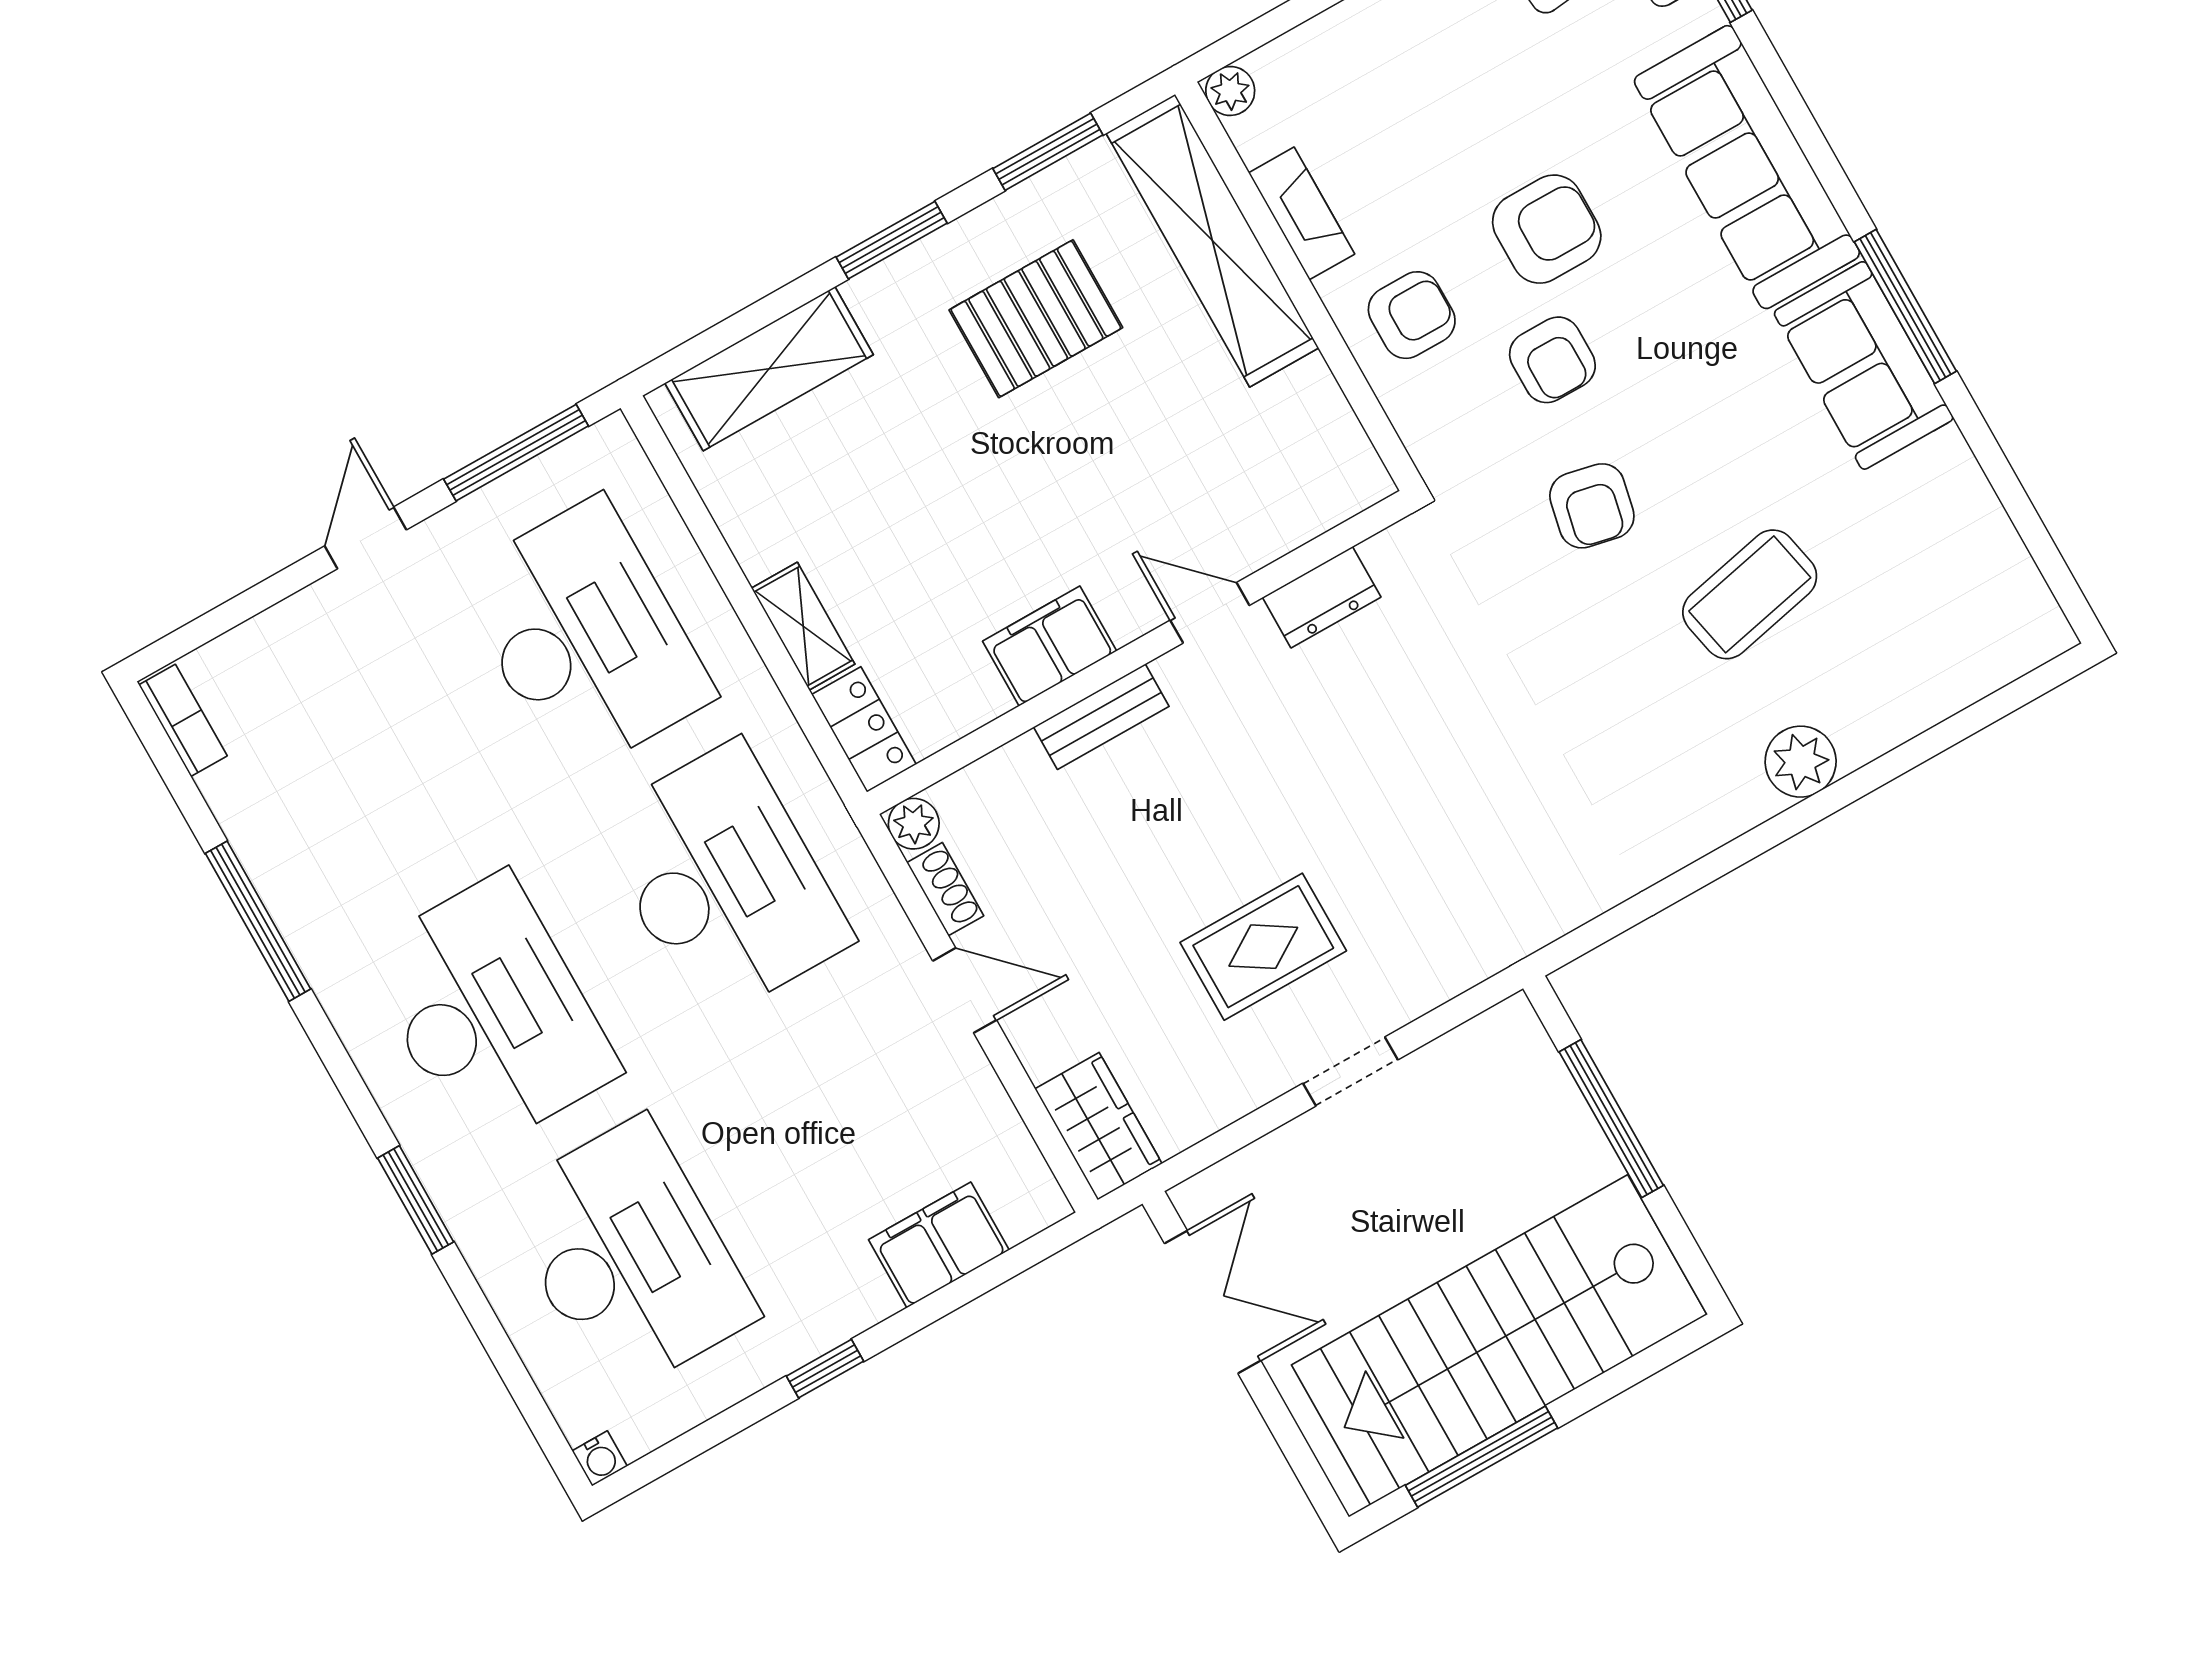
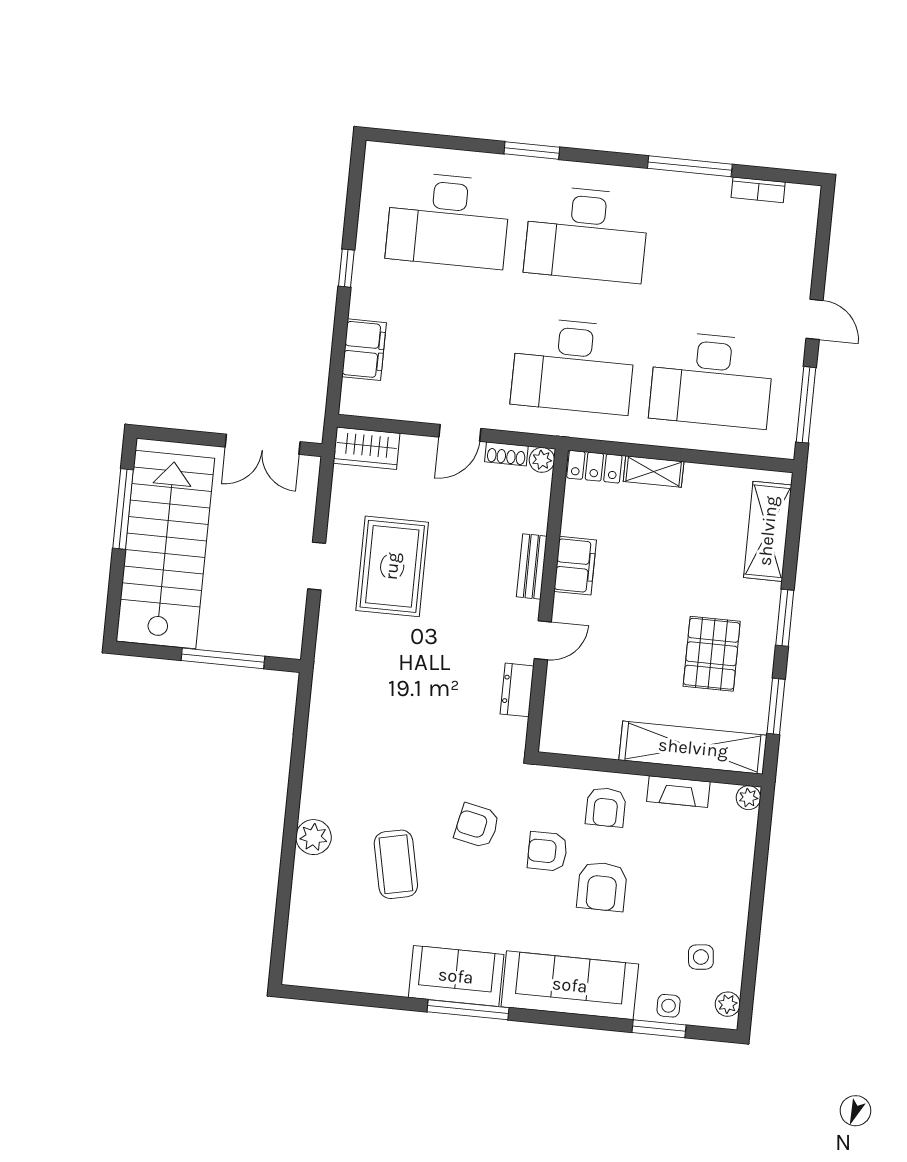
bookcase: (183, 720) -> (758, 190), moved
rug: (1263, 947) -> (392, 566), width x1.36, depth x1.43
water cooler: (600, 1458) -> (374, 151), removed

